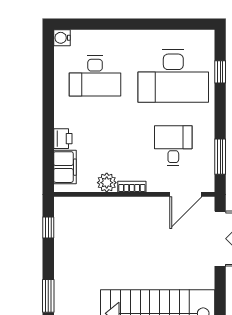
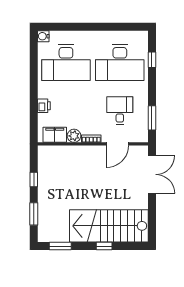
desk: (95, 76) -> (66, 63), width x1.36, depth x1.30
filing cabinet: (65, 167) -> (55, 135), moved, turned -90
door: (186, 194) -> (117, 144), moved
window: (48, 228) -> (34, 179), moved

